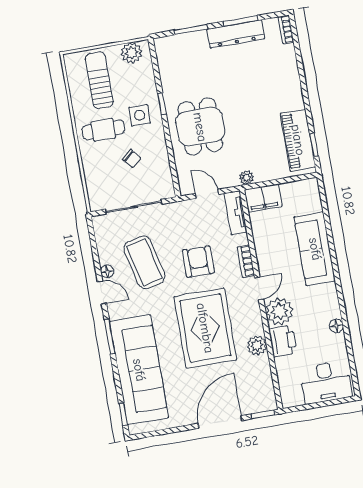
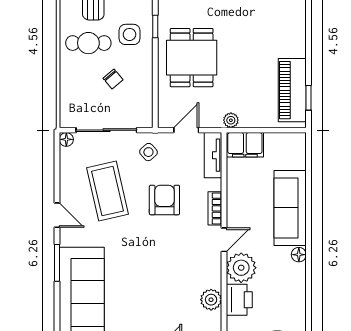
door: (207, 194) -> (186, 130), hinge flipped
side table: (176, 220) -> (148, 152), added
floor lamp: (107, 271) -> (66, 139), moved
floor lamp: (336, 326) -> (299, 255), moved
rug: (205, 328) -> (160, 272), removed

